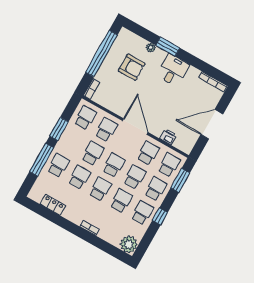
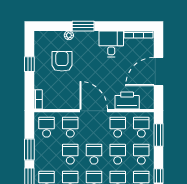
window: (102, 53) -> (29, 64), width x0.32
armchair: (132, 67) -> (62, 61), turned -90
desk: (173, 70) -> (111, 44), moved
printer: (168, 137) -> (127, 101), width x1.87, depth x1.48

